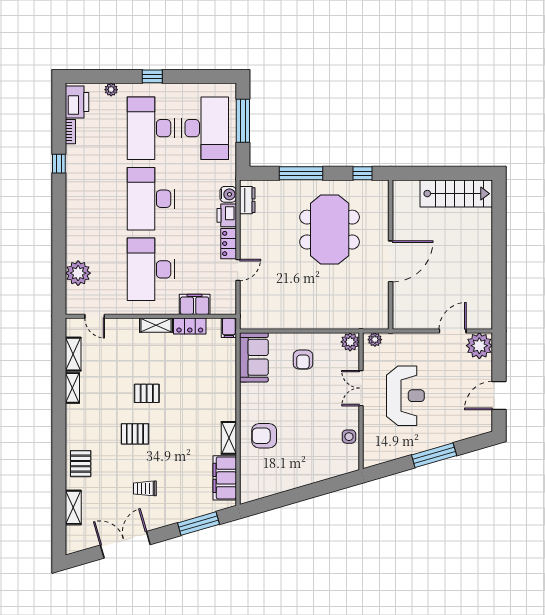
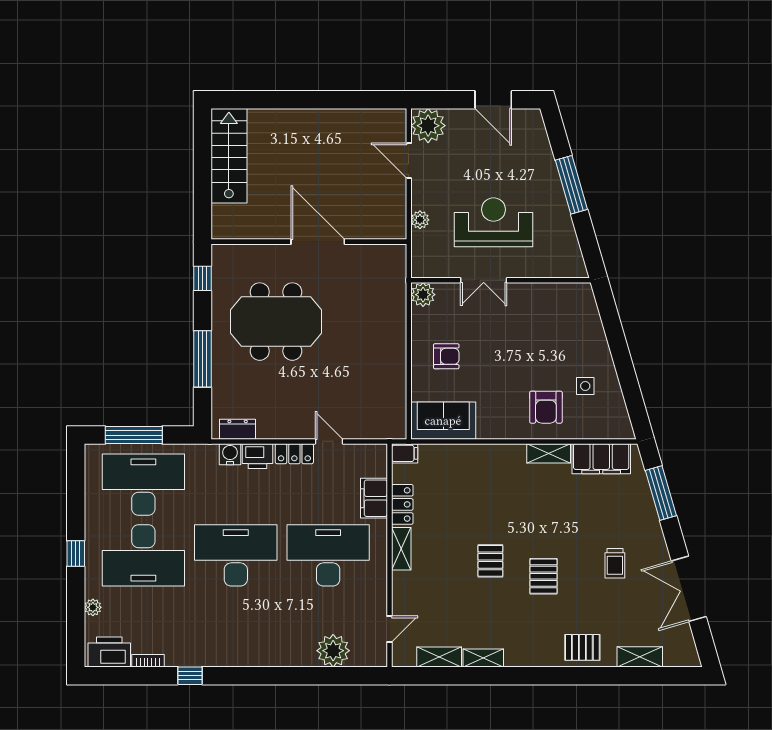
desk: (151, 199) -> (236, 555), turned 180
desk: (151, 269) -> (328, 555), turned 180
plant: (375, 340) -> (420, 220), moved
side table: (349, 437) -> (585, 386), moved

